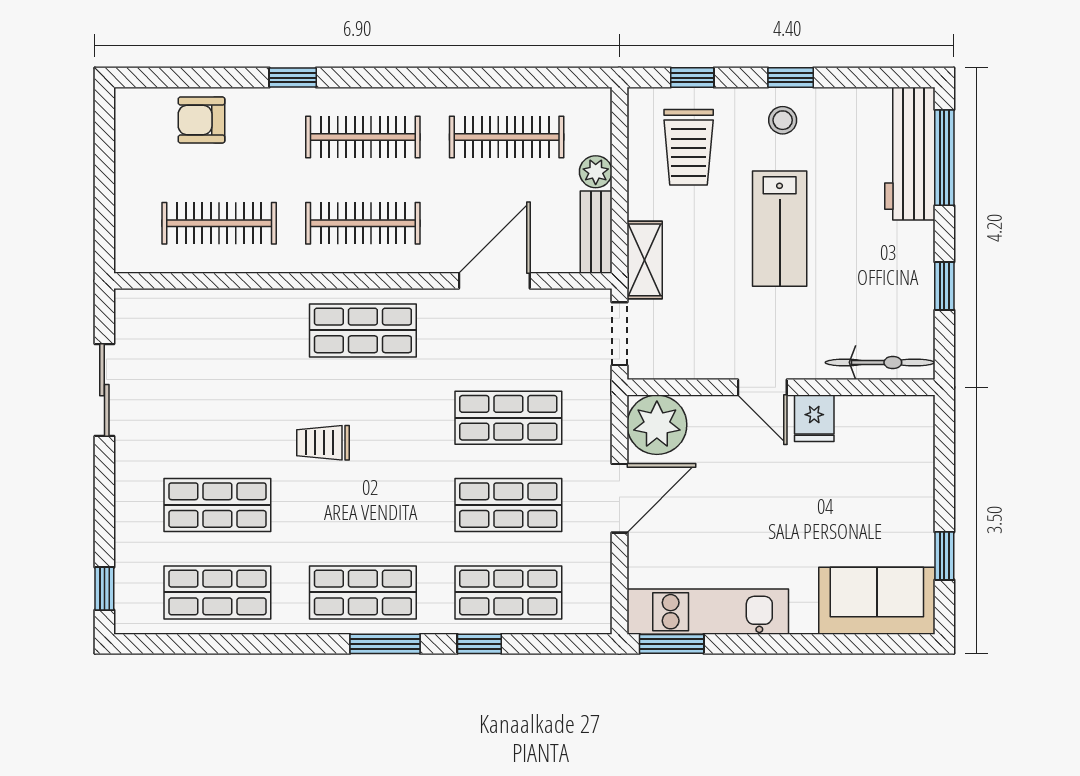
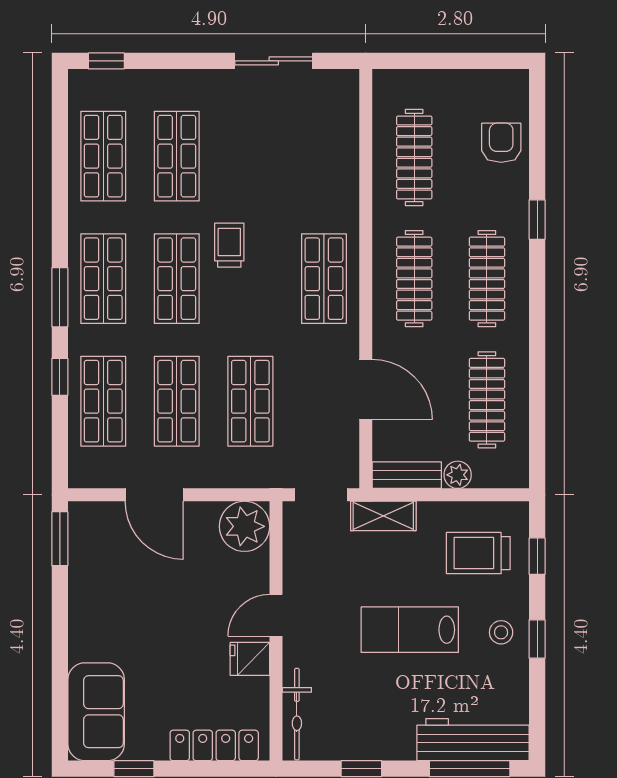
locker: (917, 461) -> (214, 745), added
door: (619, 498) -> (154, 495), moved
shop shelf: (363, 505) -> (177, 279), added
kitchen unit: (708, 612) -> (87, 569), removed

